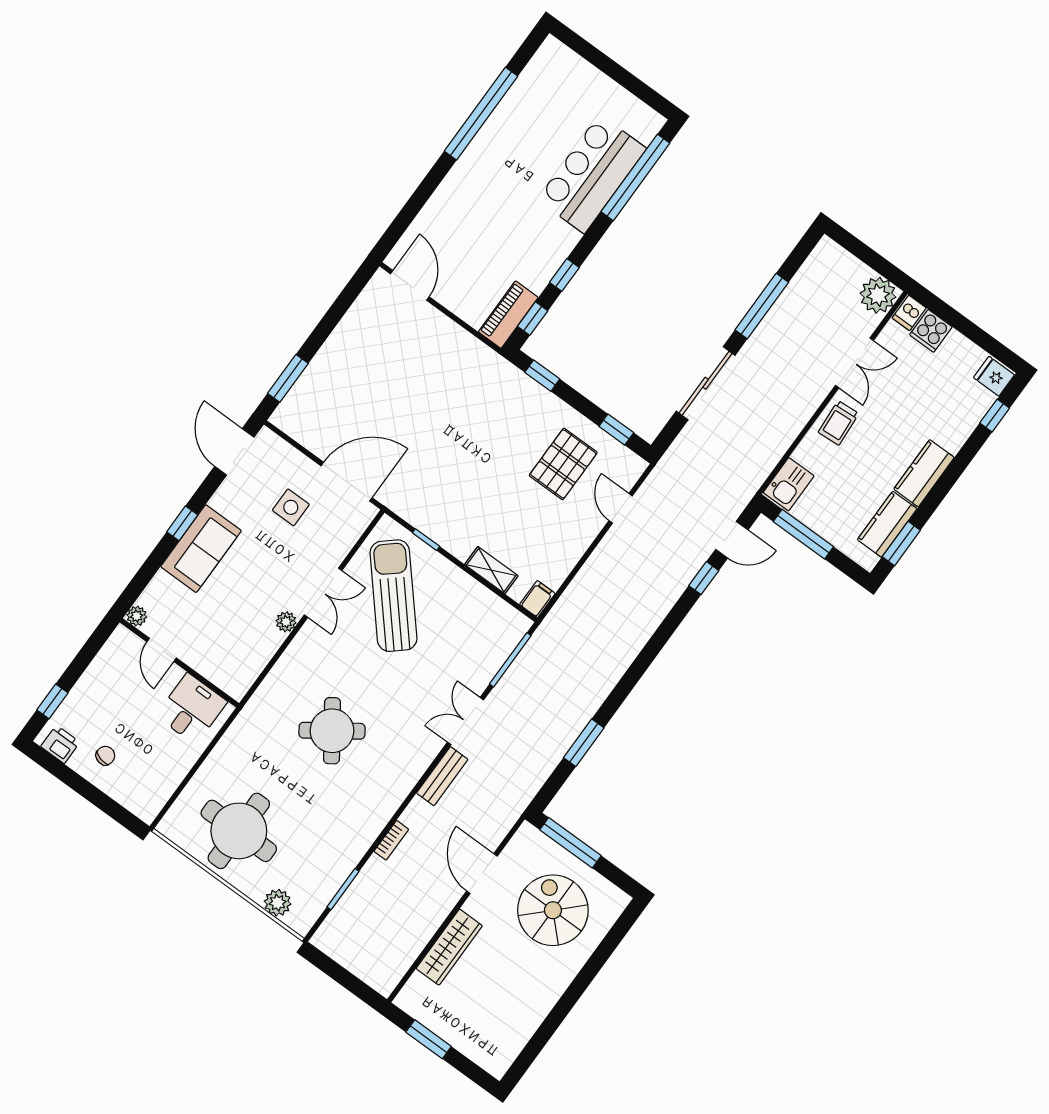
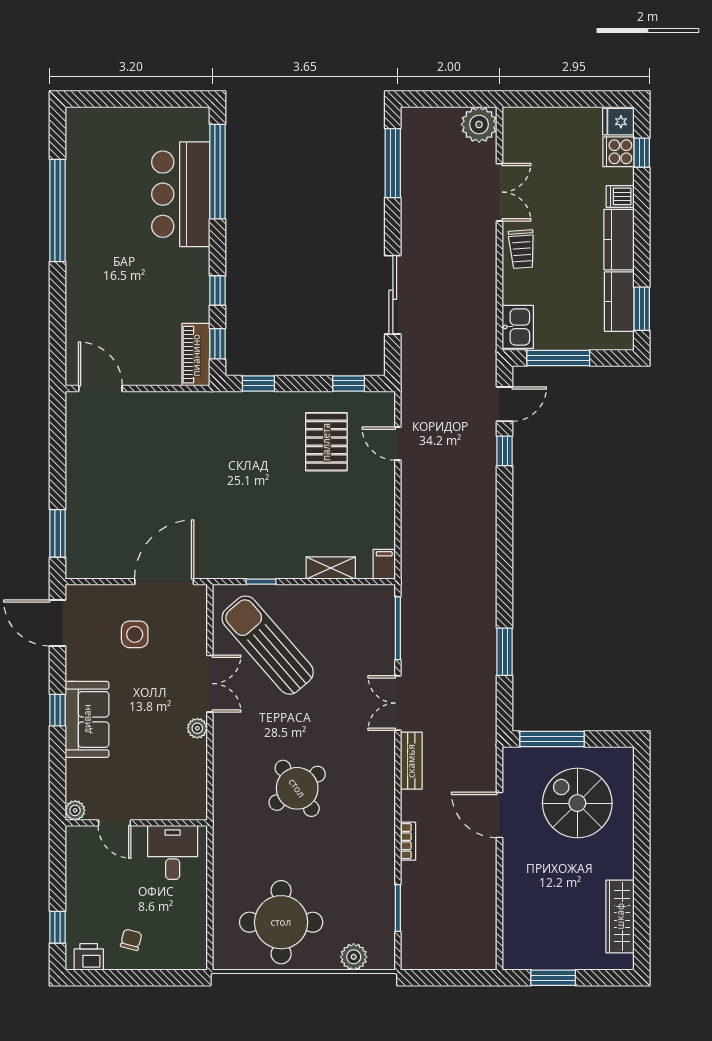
window: (762, 306) -> (393, 163), moved
dishwasher: (909, 313) -> (620, 196), moved, turned 90
cooker: (931, 331) -> (618, 152), moved, turned 90
wardrobe: (449, 947) -> (620, 916), moved, turned 180

